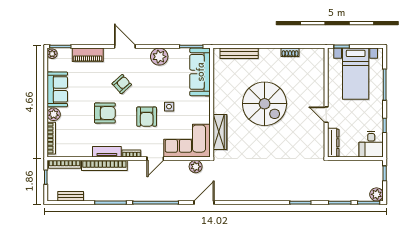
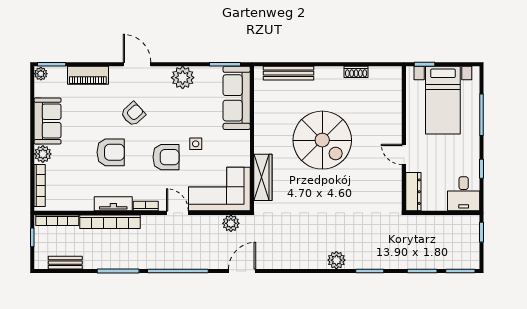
armchair: (147, 117) -> (166, 157), turned -90
door: (155, 159) -> (177, 213), swing flipped
plant: (377, 194) -> (336, 260), moved

